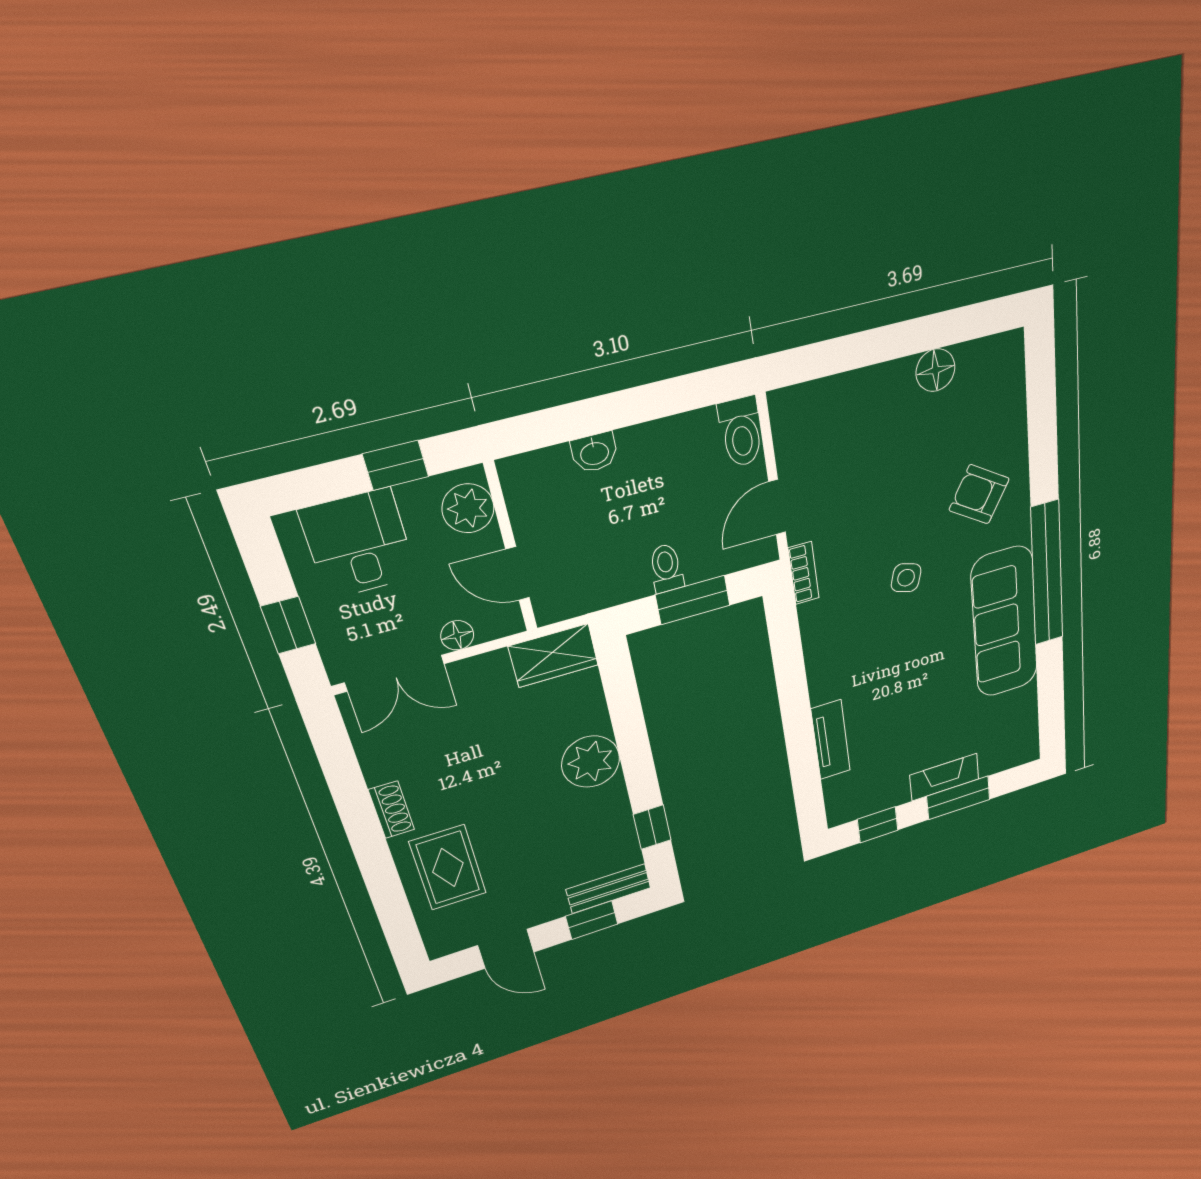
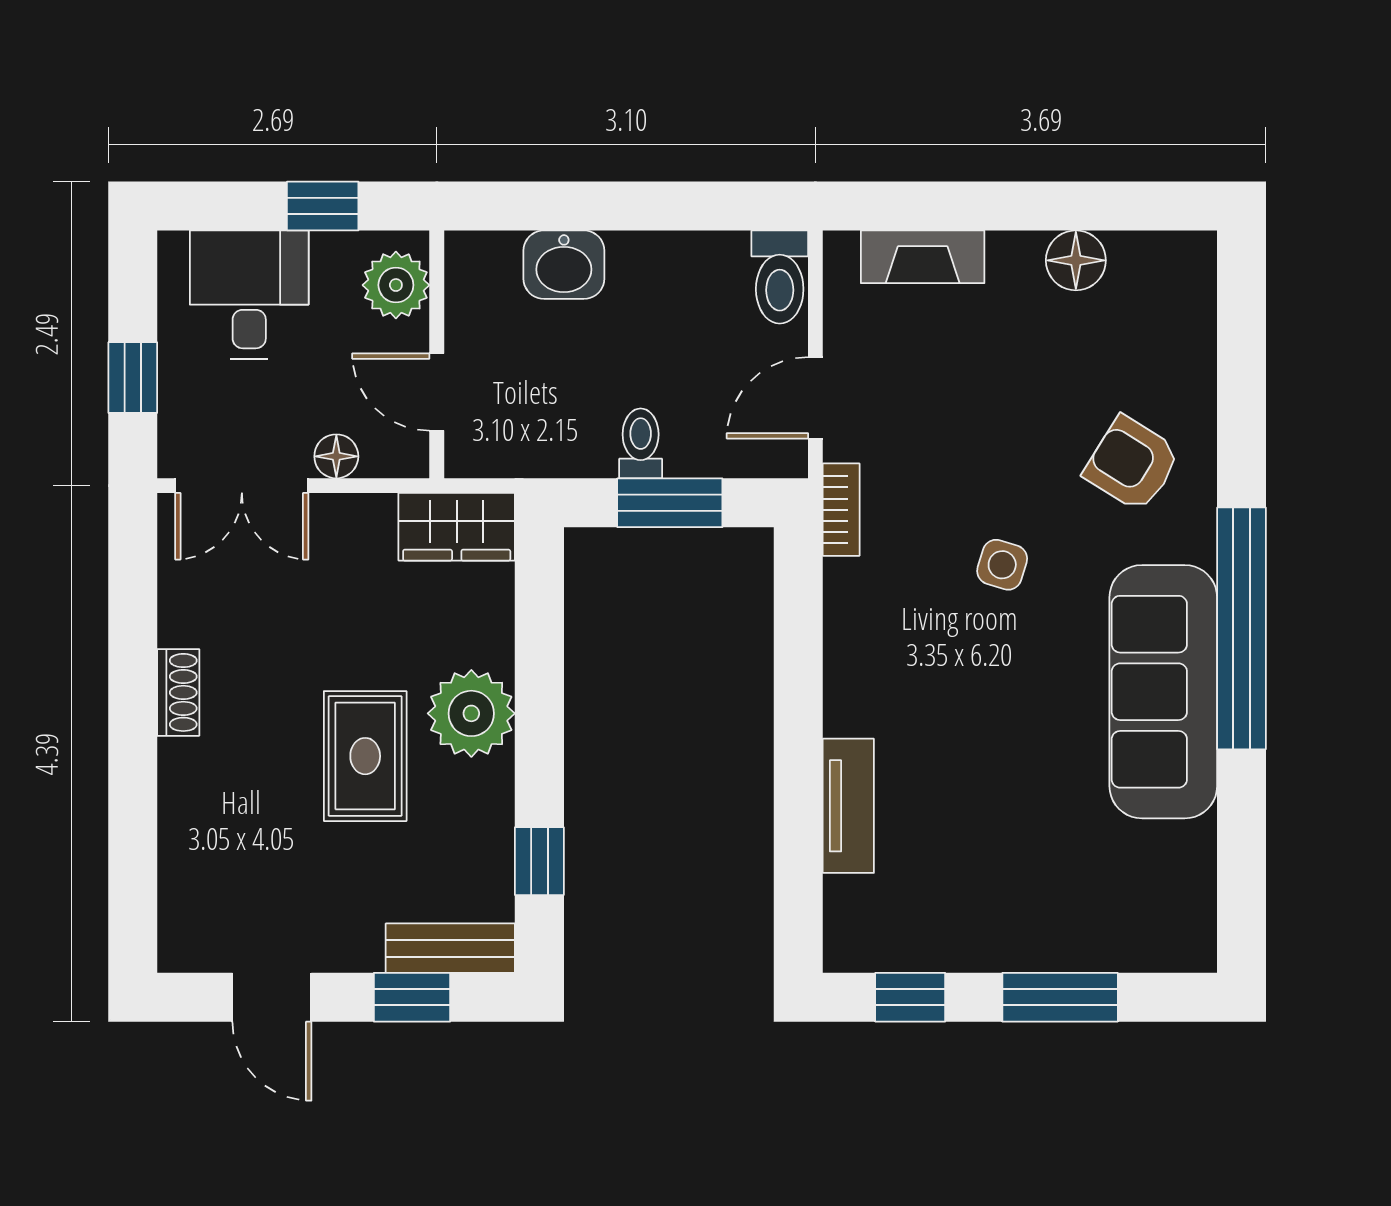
washbasin: (594, 453) -> (564, 265), width x1.38, depth x1.45
fireplace: (944, 777) -> (923, 257), moved, turned 180
rug: (448, 868) -> (365, 756), moved

